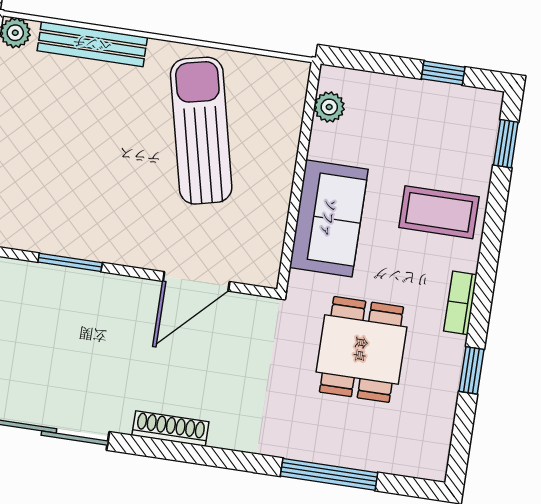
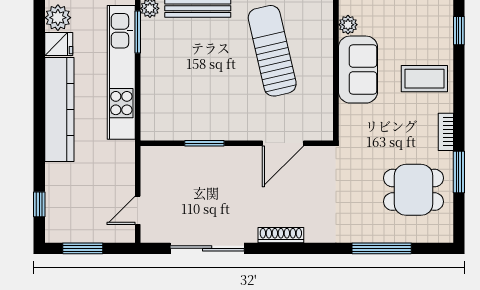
sofa: (329, 218) -> (358, 70), moved
dining table: (361, 349) -> (414, 190), moved, turned 90
window: (472, 370) -> (459, 172), width x1.50

